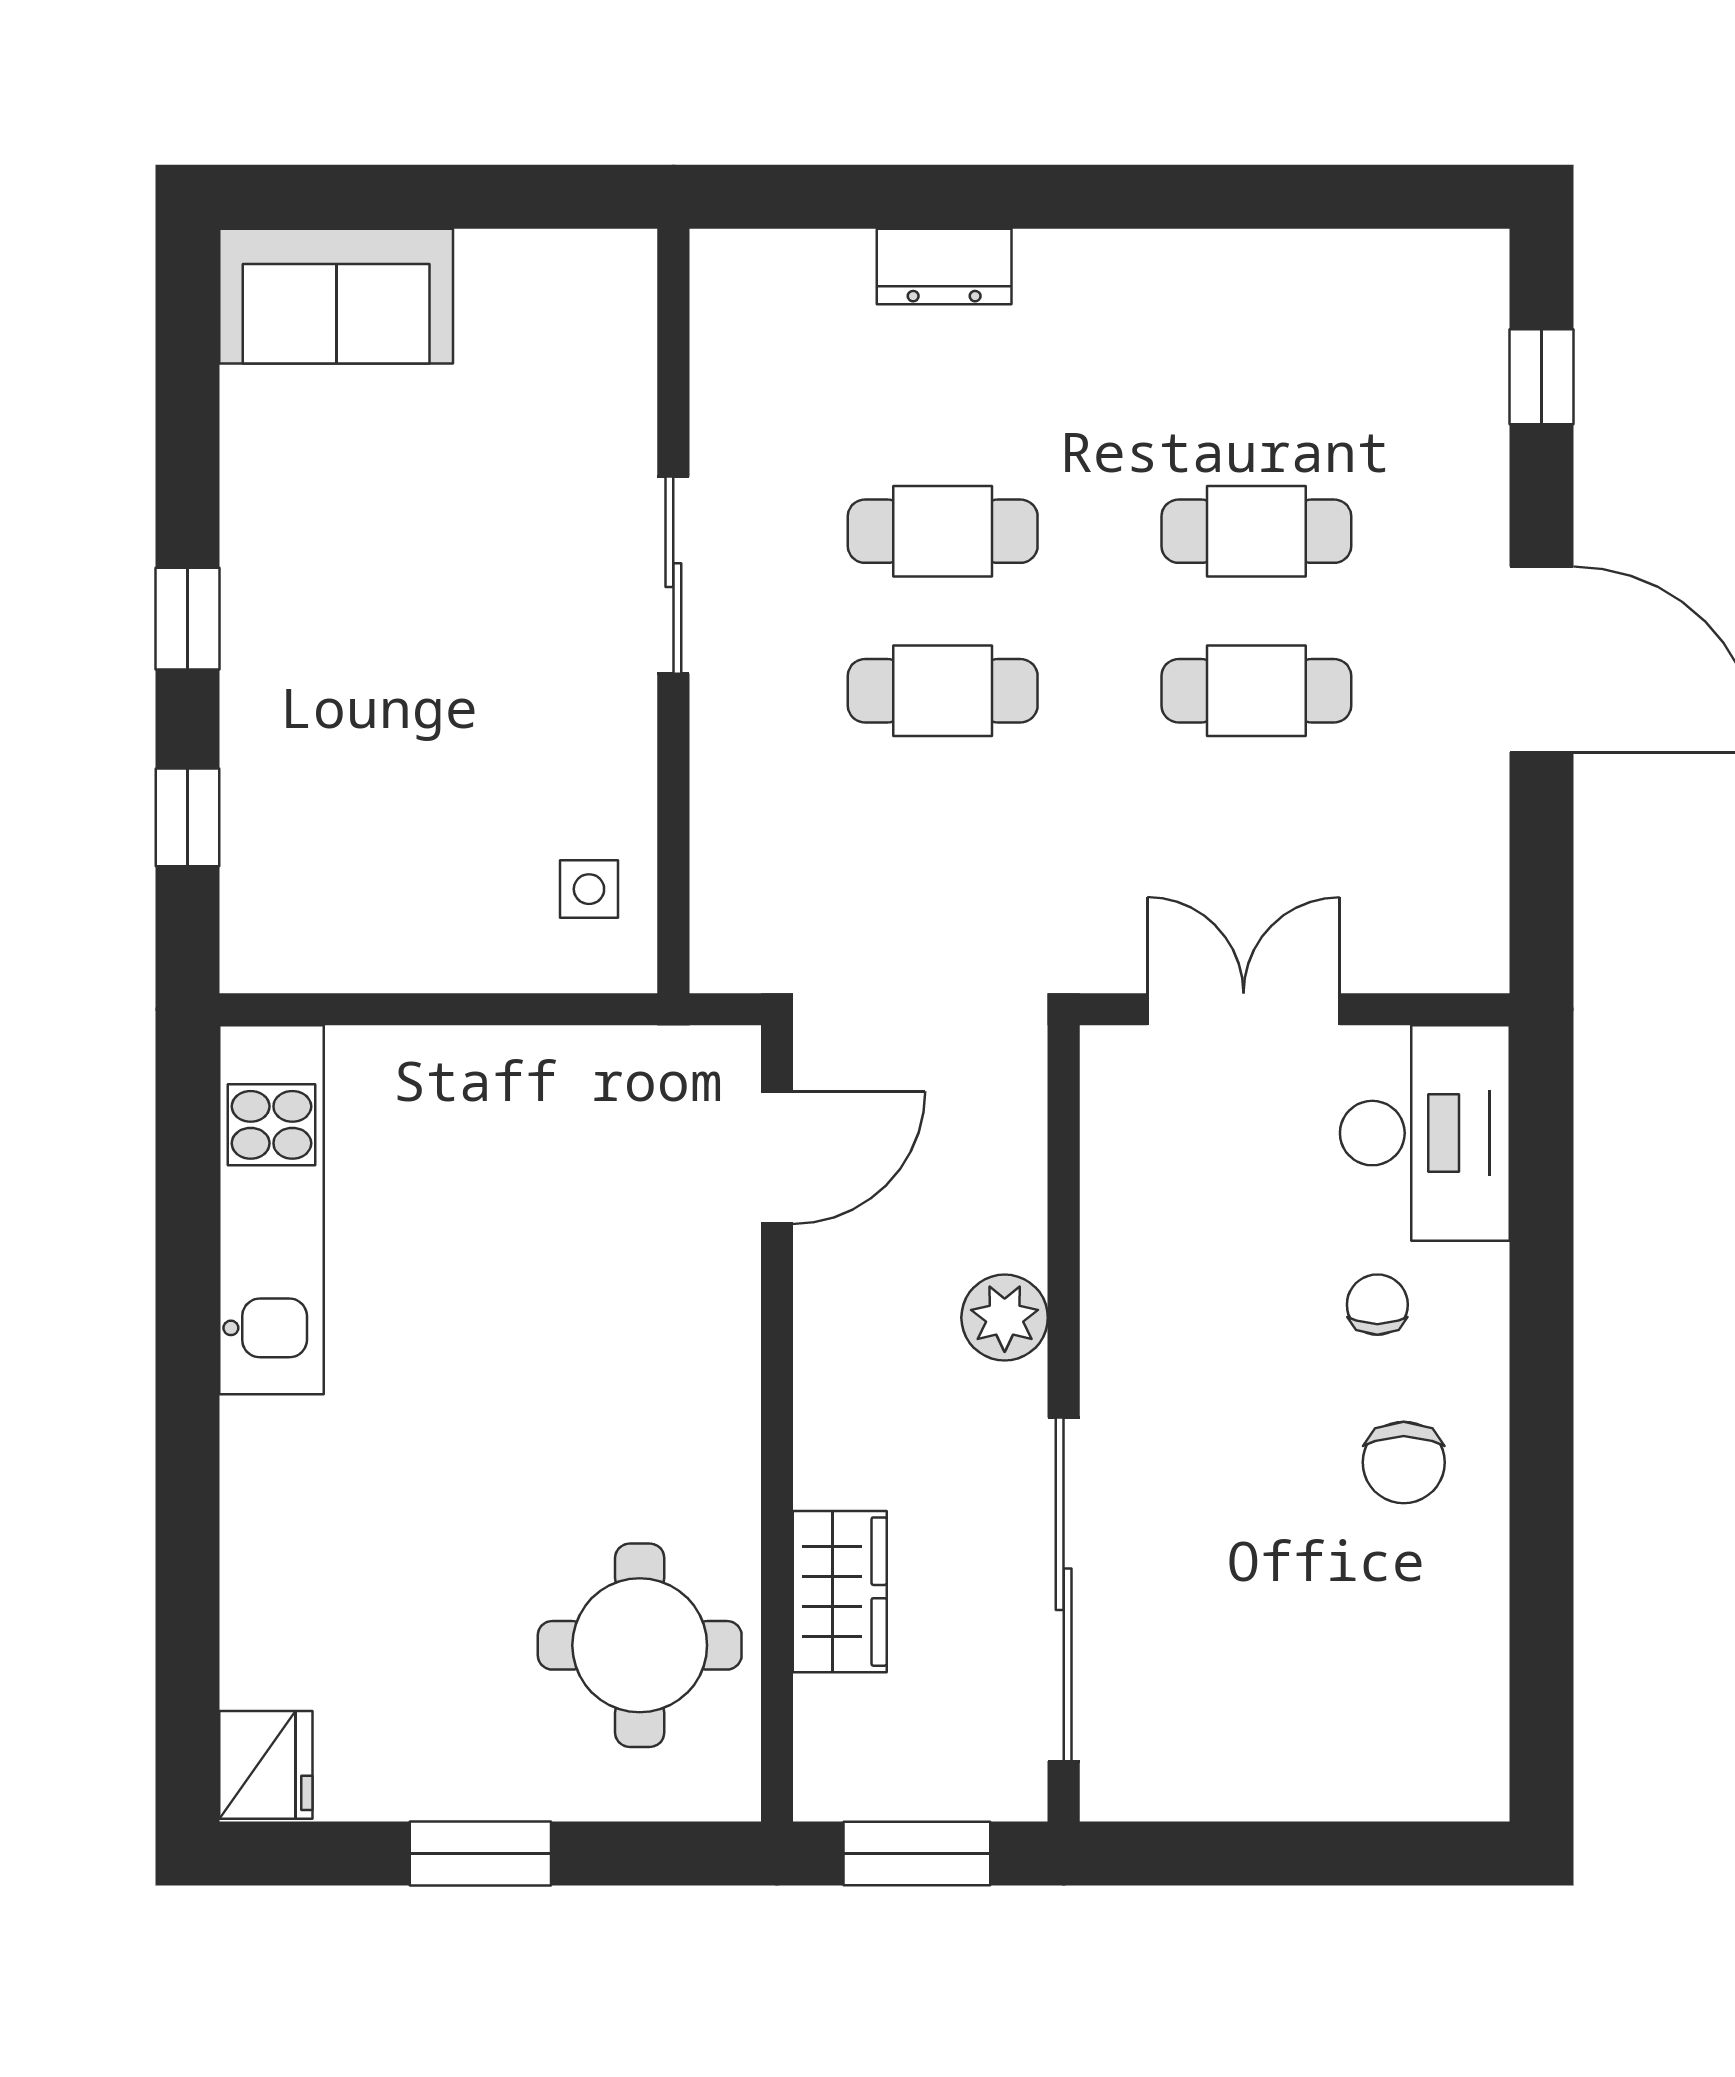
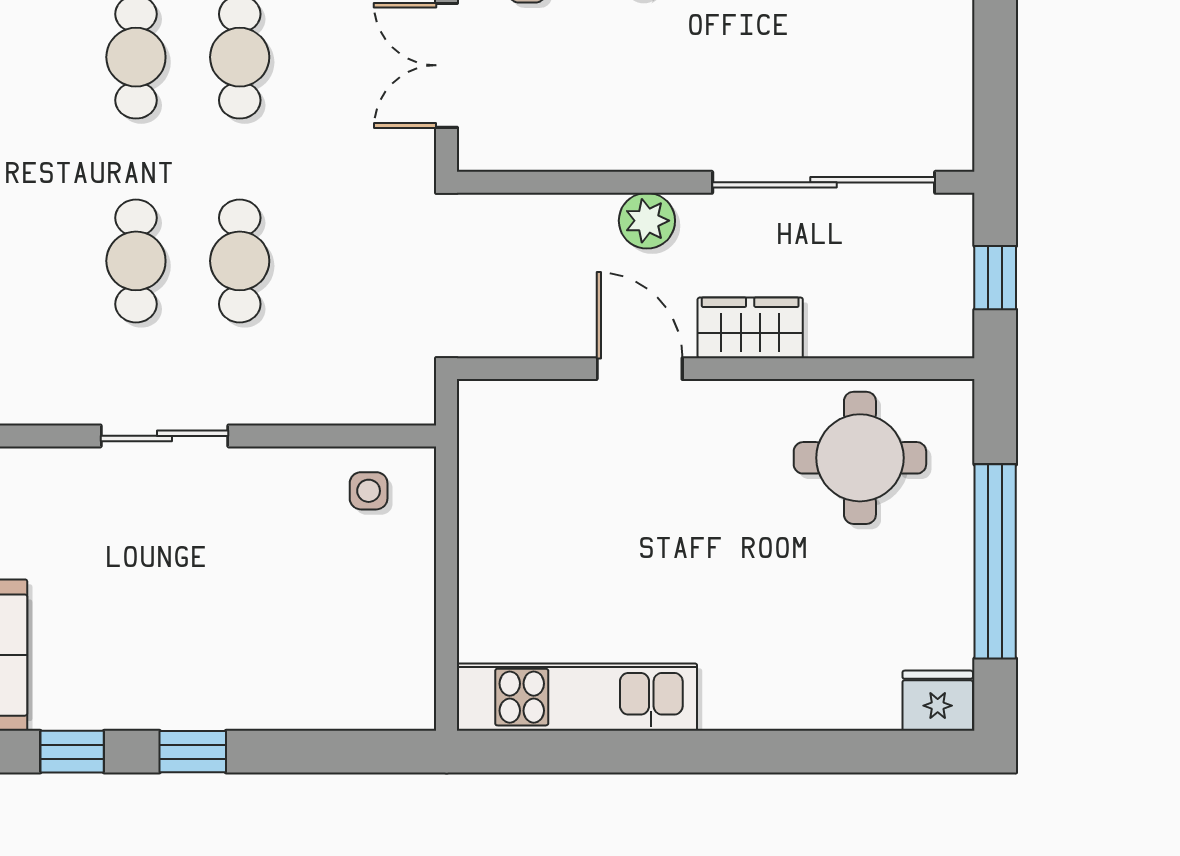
window: (188, 817) -> (72, 752), moved
door: (777, 1158) -> (640, 369), moved
wardrobe: (840, 1592) -> (750, 328), moved
window: (480, 1853) -> (995, 561), width x2.11
window: (917, 1853) -> (995, 278), width x0.67

